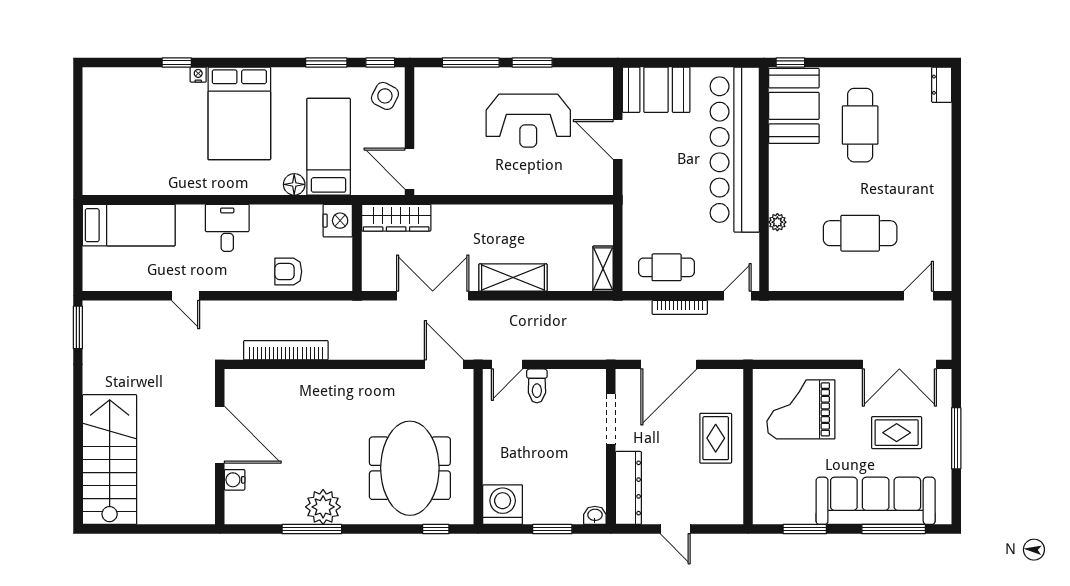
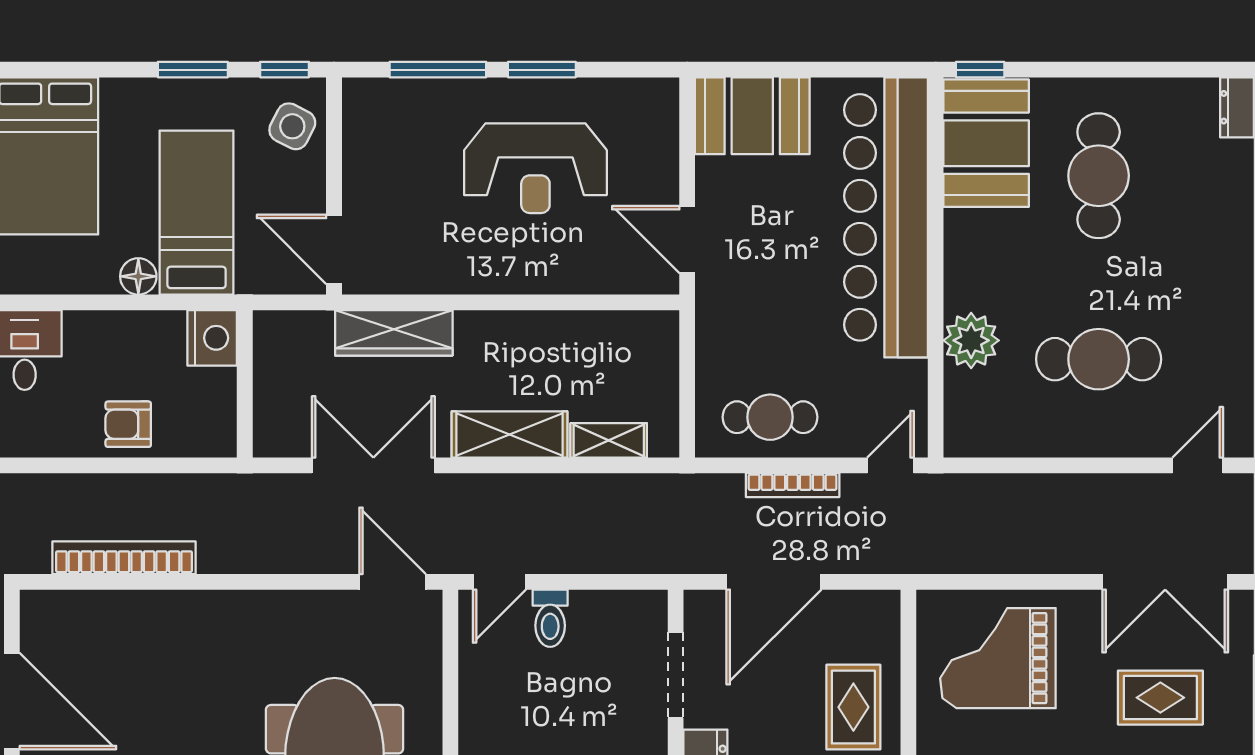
door: (618, 140) -> (687, 240), moved
wardrobe: (396, 218) -> (394, 333), moved
plant: (777, 222) -> (971, 340), width x1.87, depth x1.87
shelving: (603, 269) -> (609, 440), moved, turned 90

